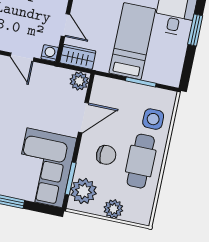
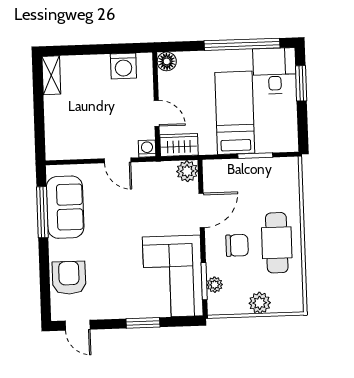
side table: (153, 119) -> (279, 193), removed
plant: (84, 191) -> (215, 285), width x0.53, depth x0.53

